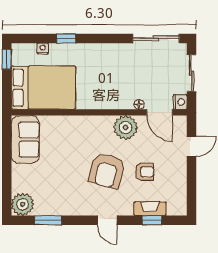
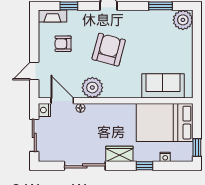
sliding door: (156, 38) -> (85, 166), moved
wardrobe: (95, 52) -> (119, 154), added
sofa: (25, 140) -> (163, 86), moved, turned 90
armchair: (145, 172) -> (63, 44), moved
fireplace: (150, 209) -> (52, 16), moved

